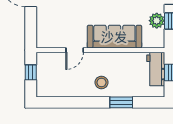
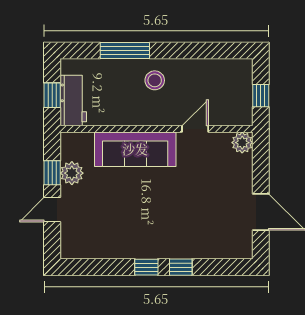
plant: (43, 41) -> (242, 143), added
window: (121, 102) -> (125, 50), width x1.44

